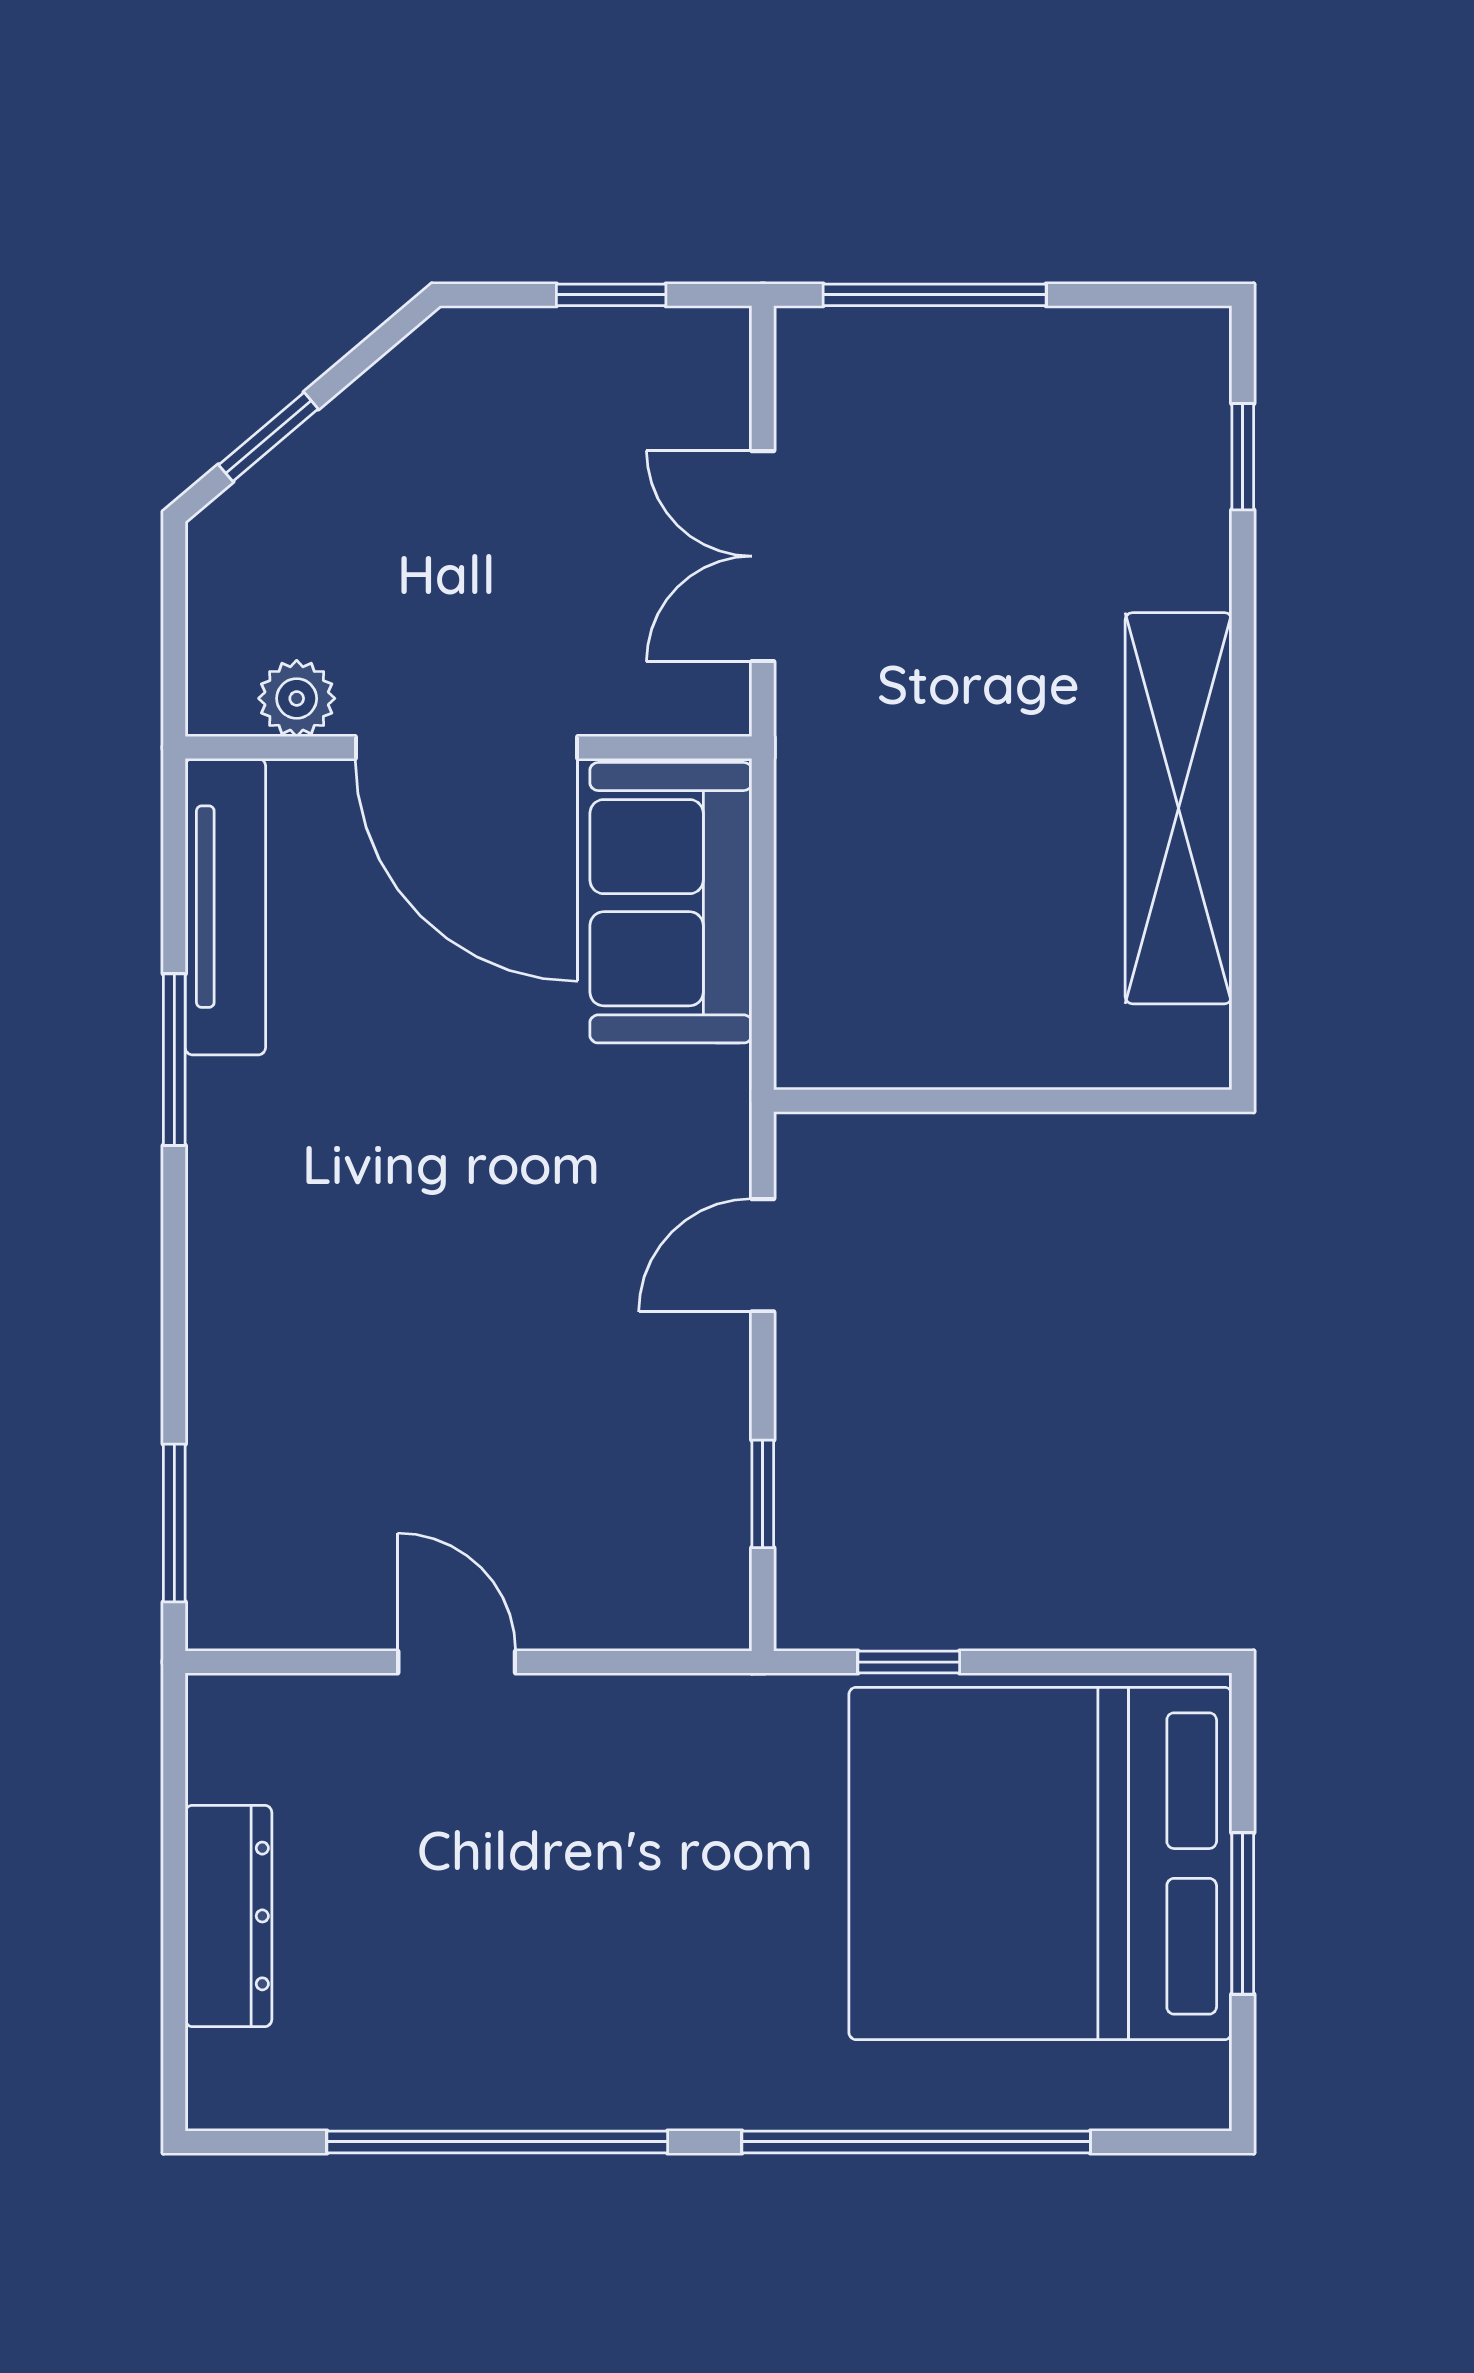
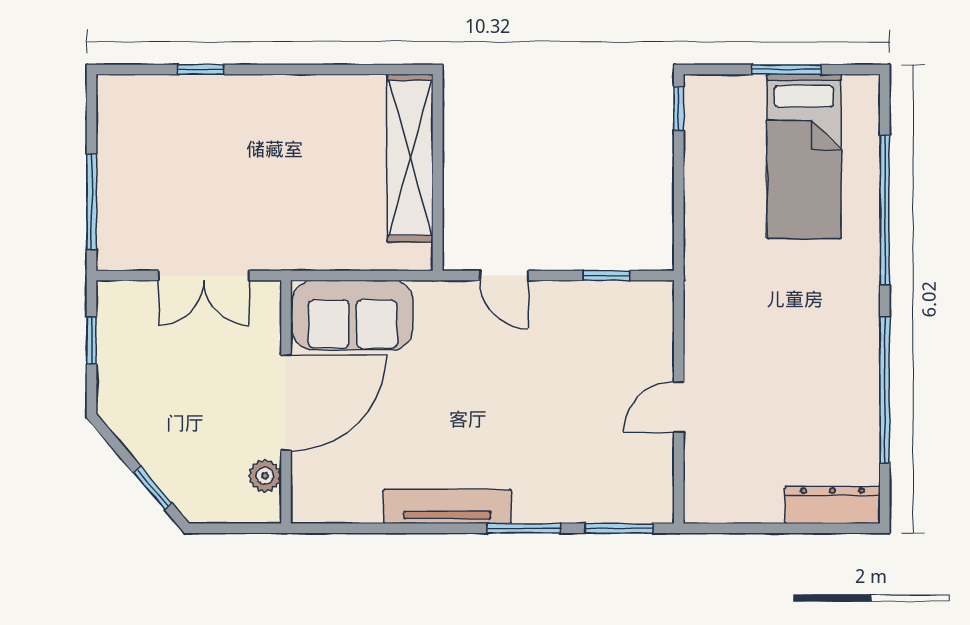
window: (1243, 457) -> (201, 69), moved
shelving: (1179, 808) -> (410, 158), moved, turned 90
tv unit: (225, 907) -> (447, 506), moved
window: (174, 1060) -> (524, 528), moved
window: (909, 1662) -> (679, 109), moved
bed: (1040, 1863) -> (804, 156), width x0.49
dresser: (229, 1916) -> (833, 505), moved

